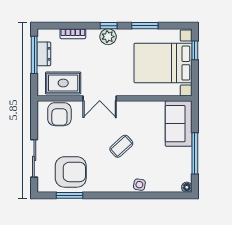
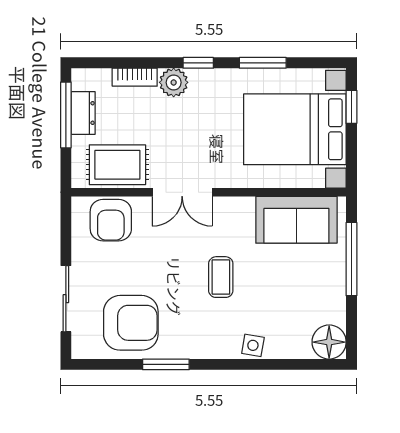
plant: (108, 37) -> (174, 82), moved
sofa: (179, 124) -> (296, 220), moved, turned -90
coffee table: (121, 146) -> (221, 277), turned -48
window: (195, 153) -> (351, 259), moved
floor lamp: (187, 187) -> (329, 342), width x1.89, depth x1.89
window: (69, 195) -> (166, 364), moved

